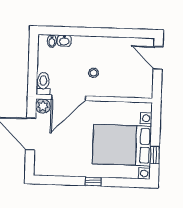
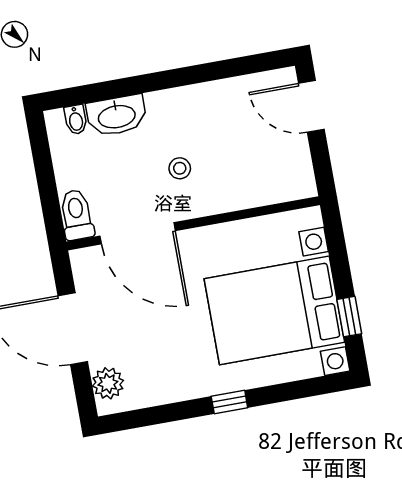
washbasin: (64, 41) -> (117, 116), width x1.91, depth x1.45
door: (69, 98) -> (138, 233), hinge flipped
plant: (43, 106) -> (108, 383), moved

